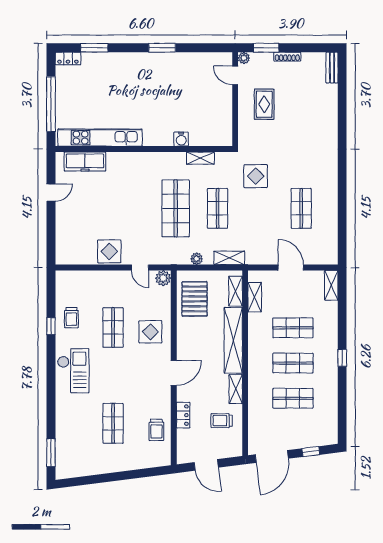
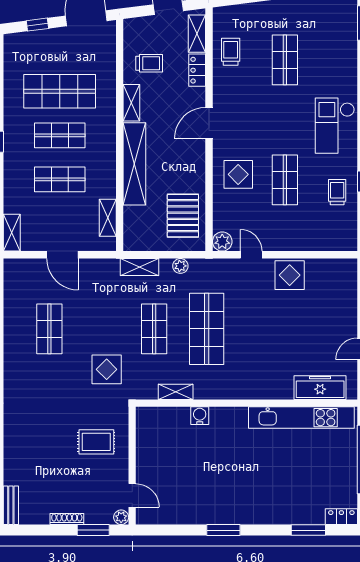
rug: (264, 104) -> (96, 442), moved, turned 90
shelving: (236, 291) -> (197, 34), moved
shop shelf: (293, 398) -> (60, 91), width x1.43, depth x1.36

